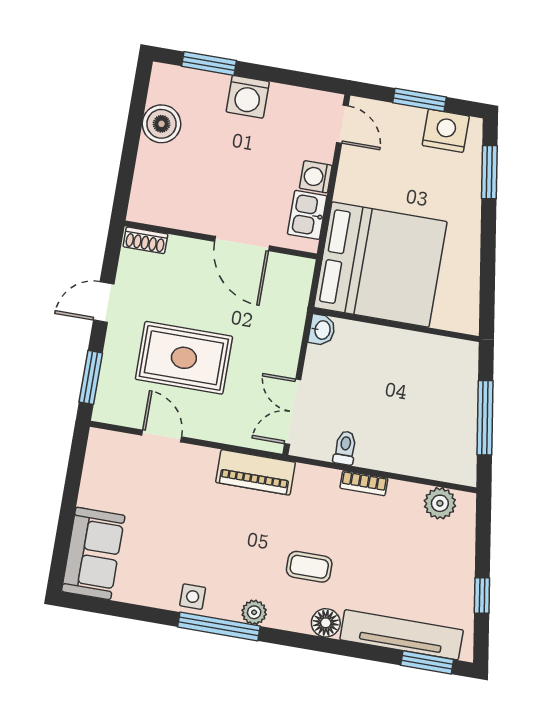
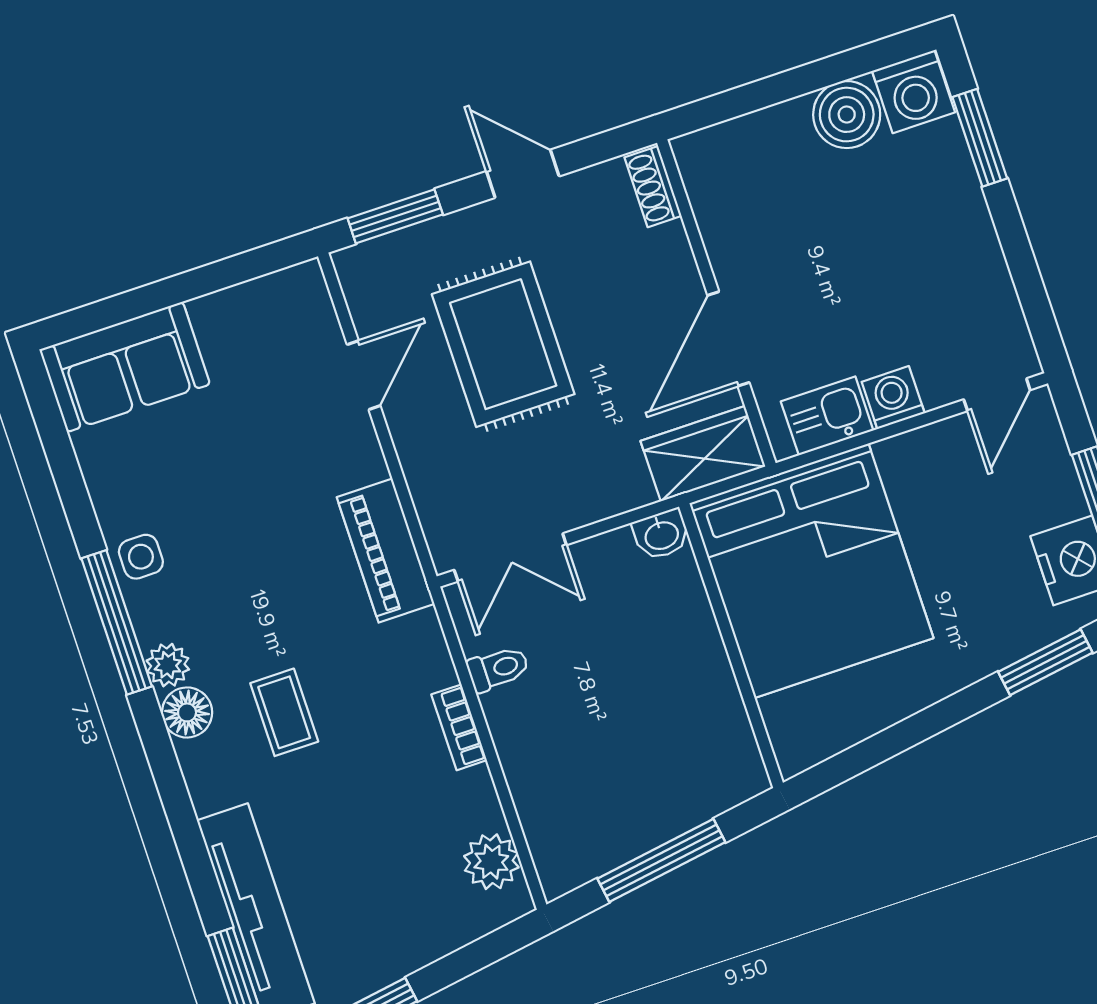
washing machine: (248, 97) -> (914, 92), moved, turned -90
wardrobe: (293, 287) -> (703, 454), added
double door: (293, 412) -> (510, 558), swing flipped
floor lamp: (326, 623) -> (187, 712), moved

